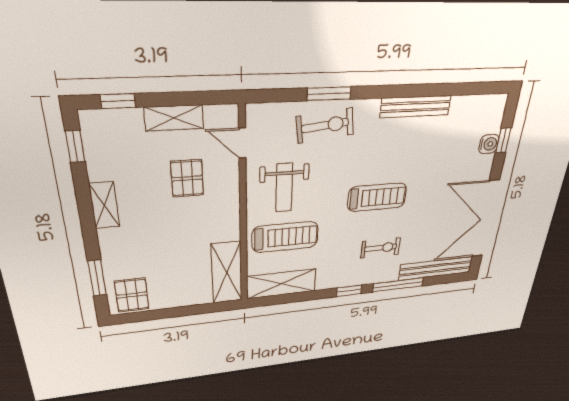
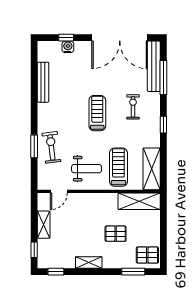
bench: (416, 107) -> (43, 82), moved
pallet: (187, 178) -> (116, 234), moved
window: (398, 285) -> (163, 77), moved

